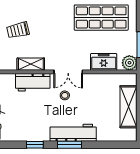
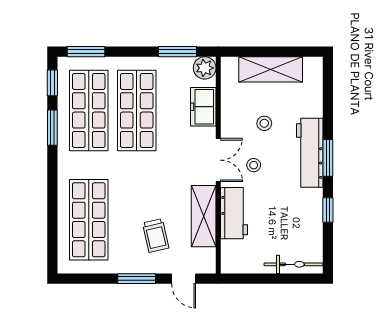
shelving: (31, 64) -> (204, 216), width x1.50, depth x1.33
stool: (93, 102) -> (264, 123), added

